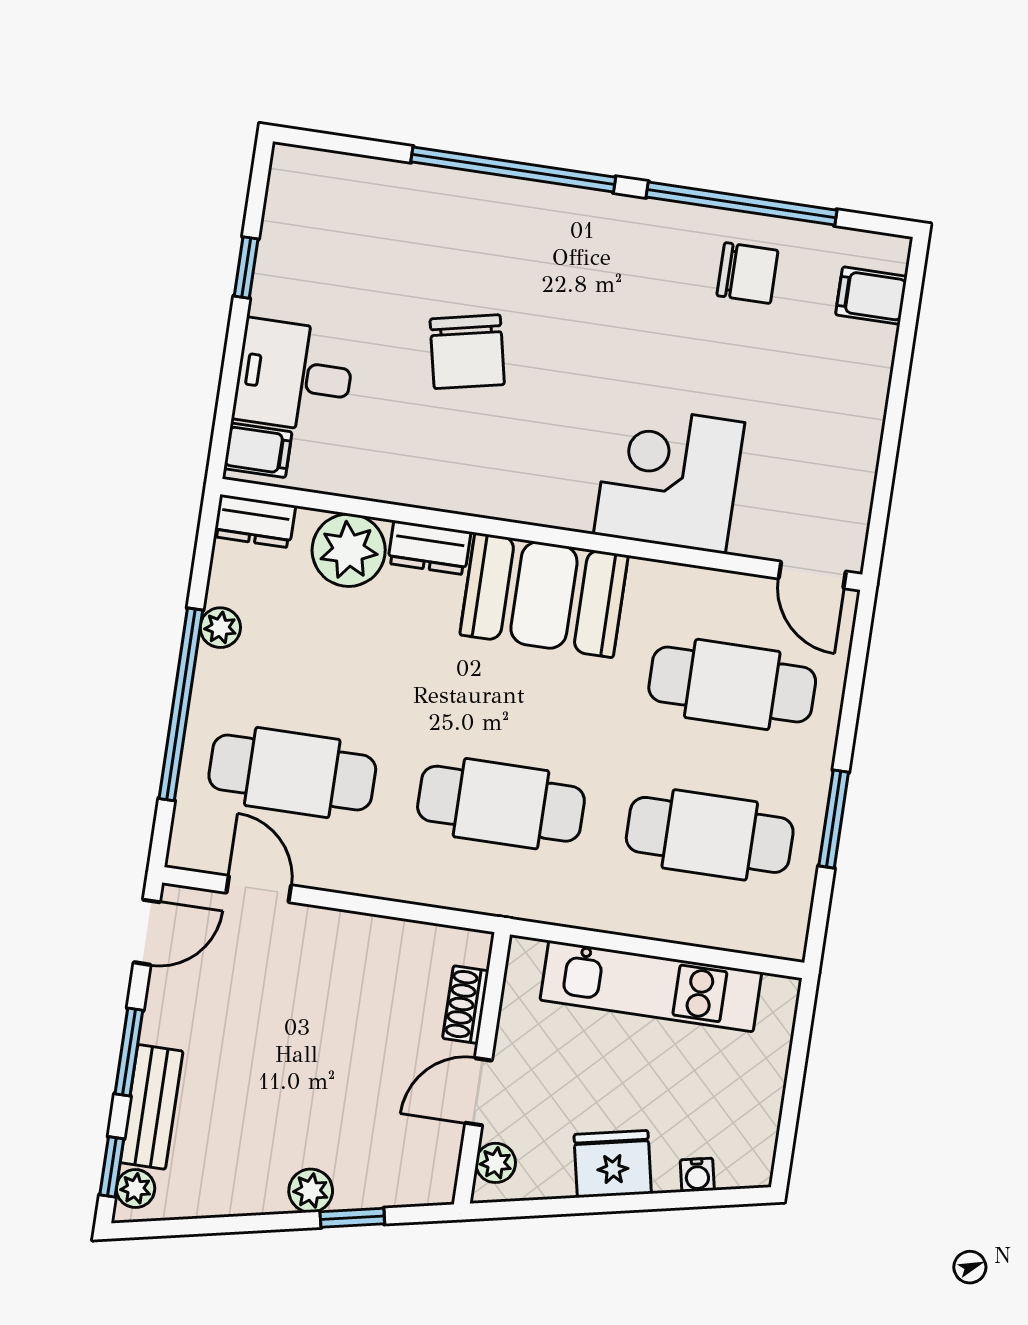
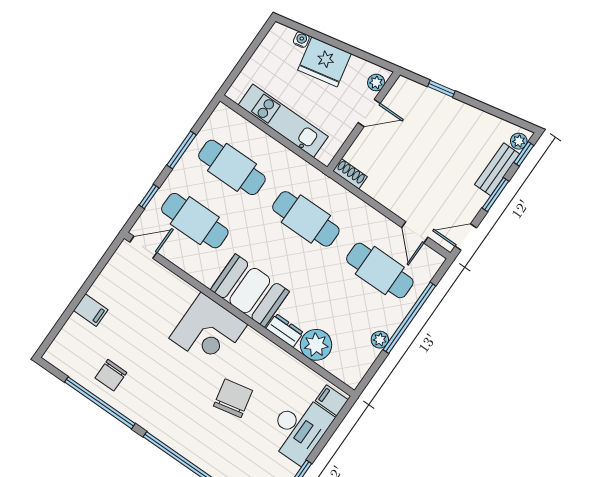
chair: (747, 273) -> (111, 375), turned -90
filing cabinet: (871, 296) -> (91, 310), moved
desk: (294, 376) -> (299, 429), width x1.37
corner desk: (669, 478) -> (208, 331), moved
dresser: (255, 521) -> (346, 374), removed
door: (812, 575) -> (143, 247), hinge flipped
window: (853, 687) -> (149, 197), added
shoe rack: (466, 1005) -> (350, 174), moved, turned -90
fridge: (613, 1164) -> (325, 62), width x1.36, depth x1.34
plant: (311, 1191) -> (452, 107), removed

